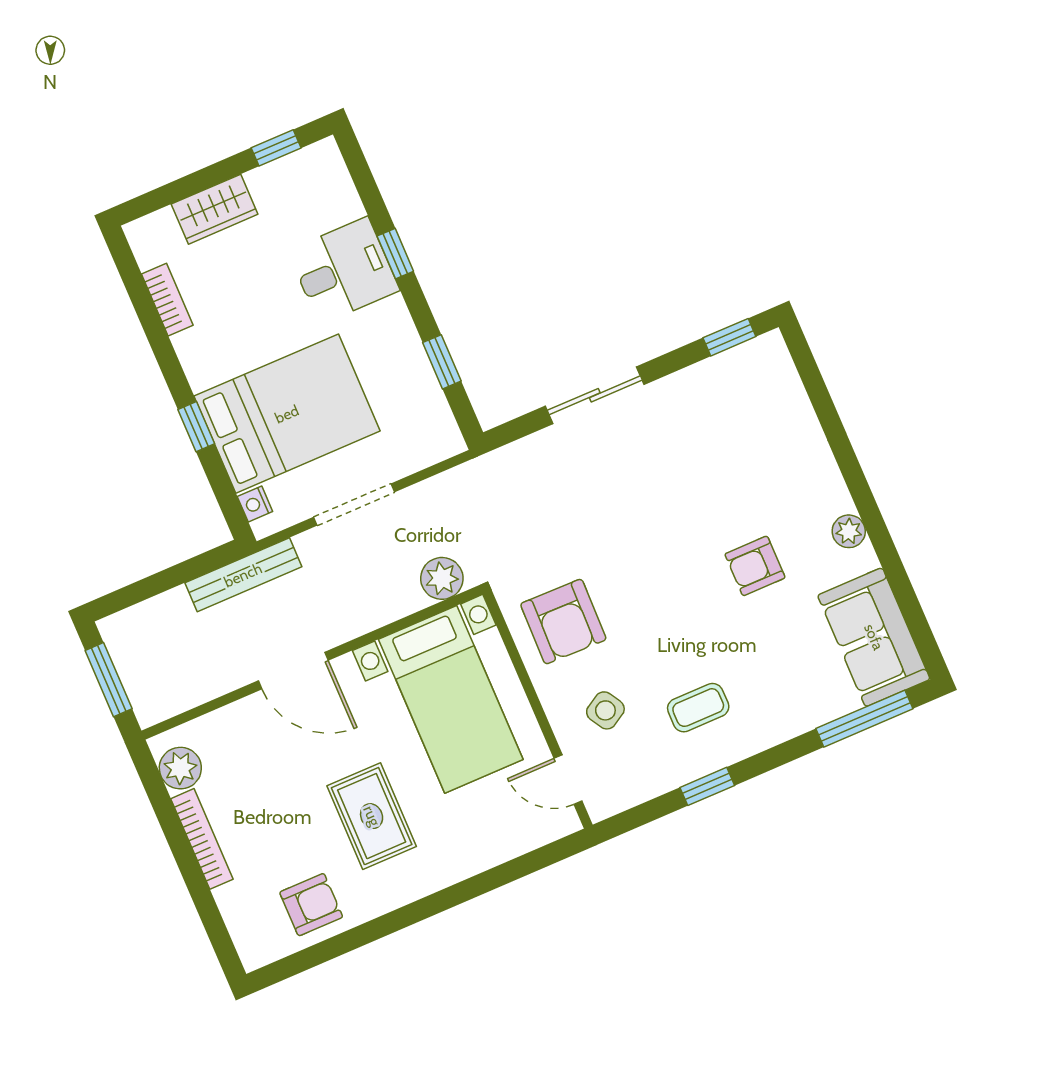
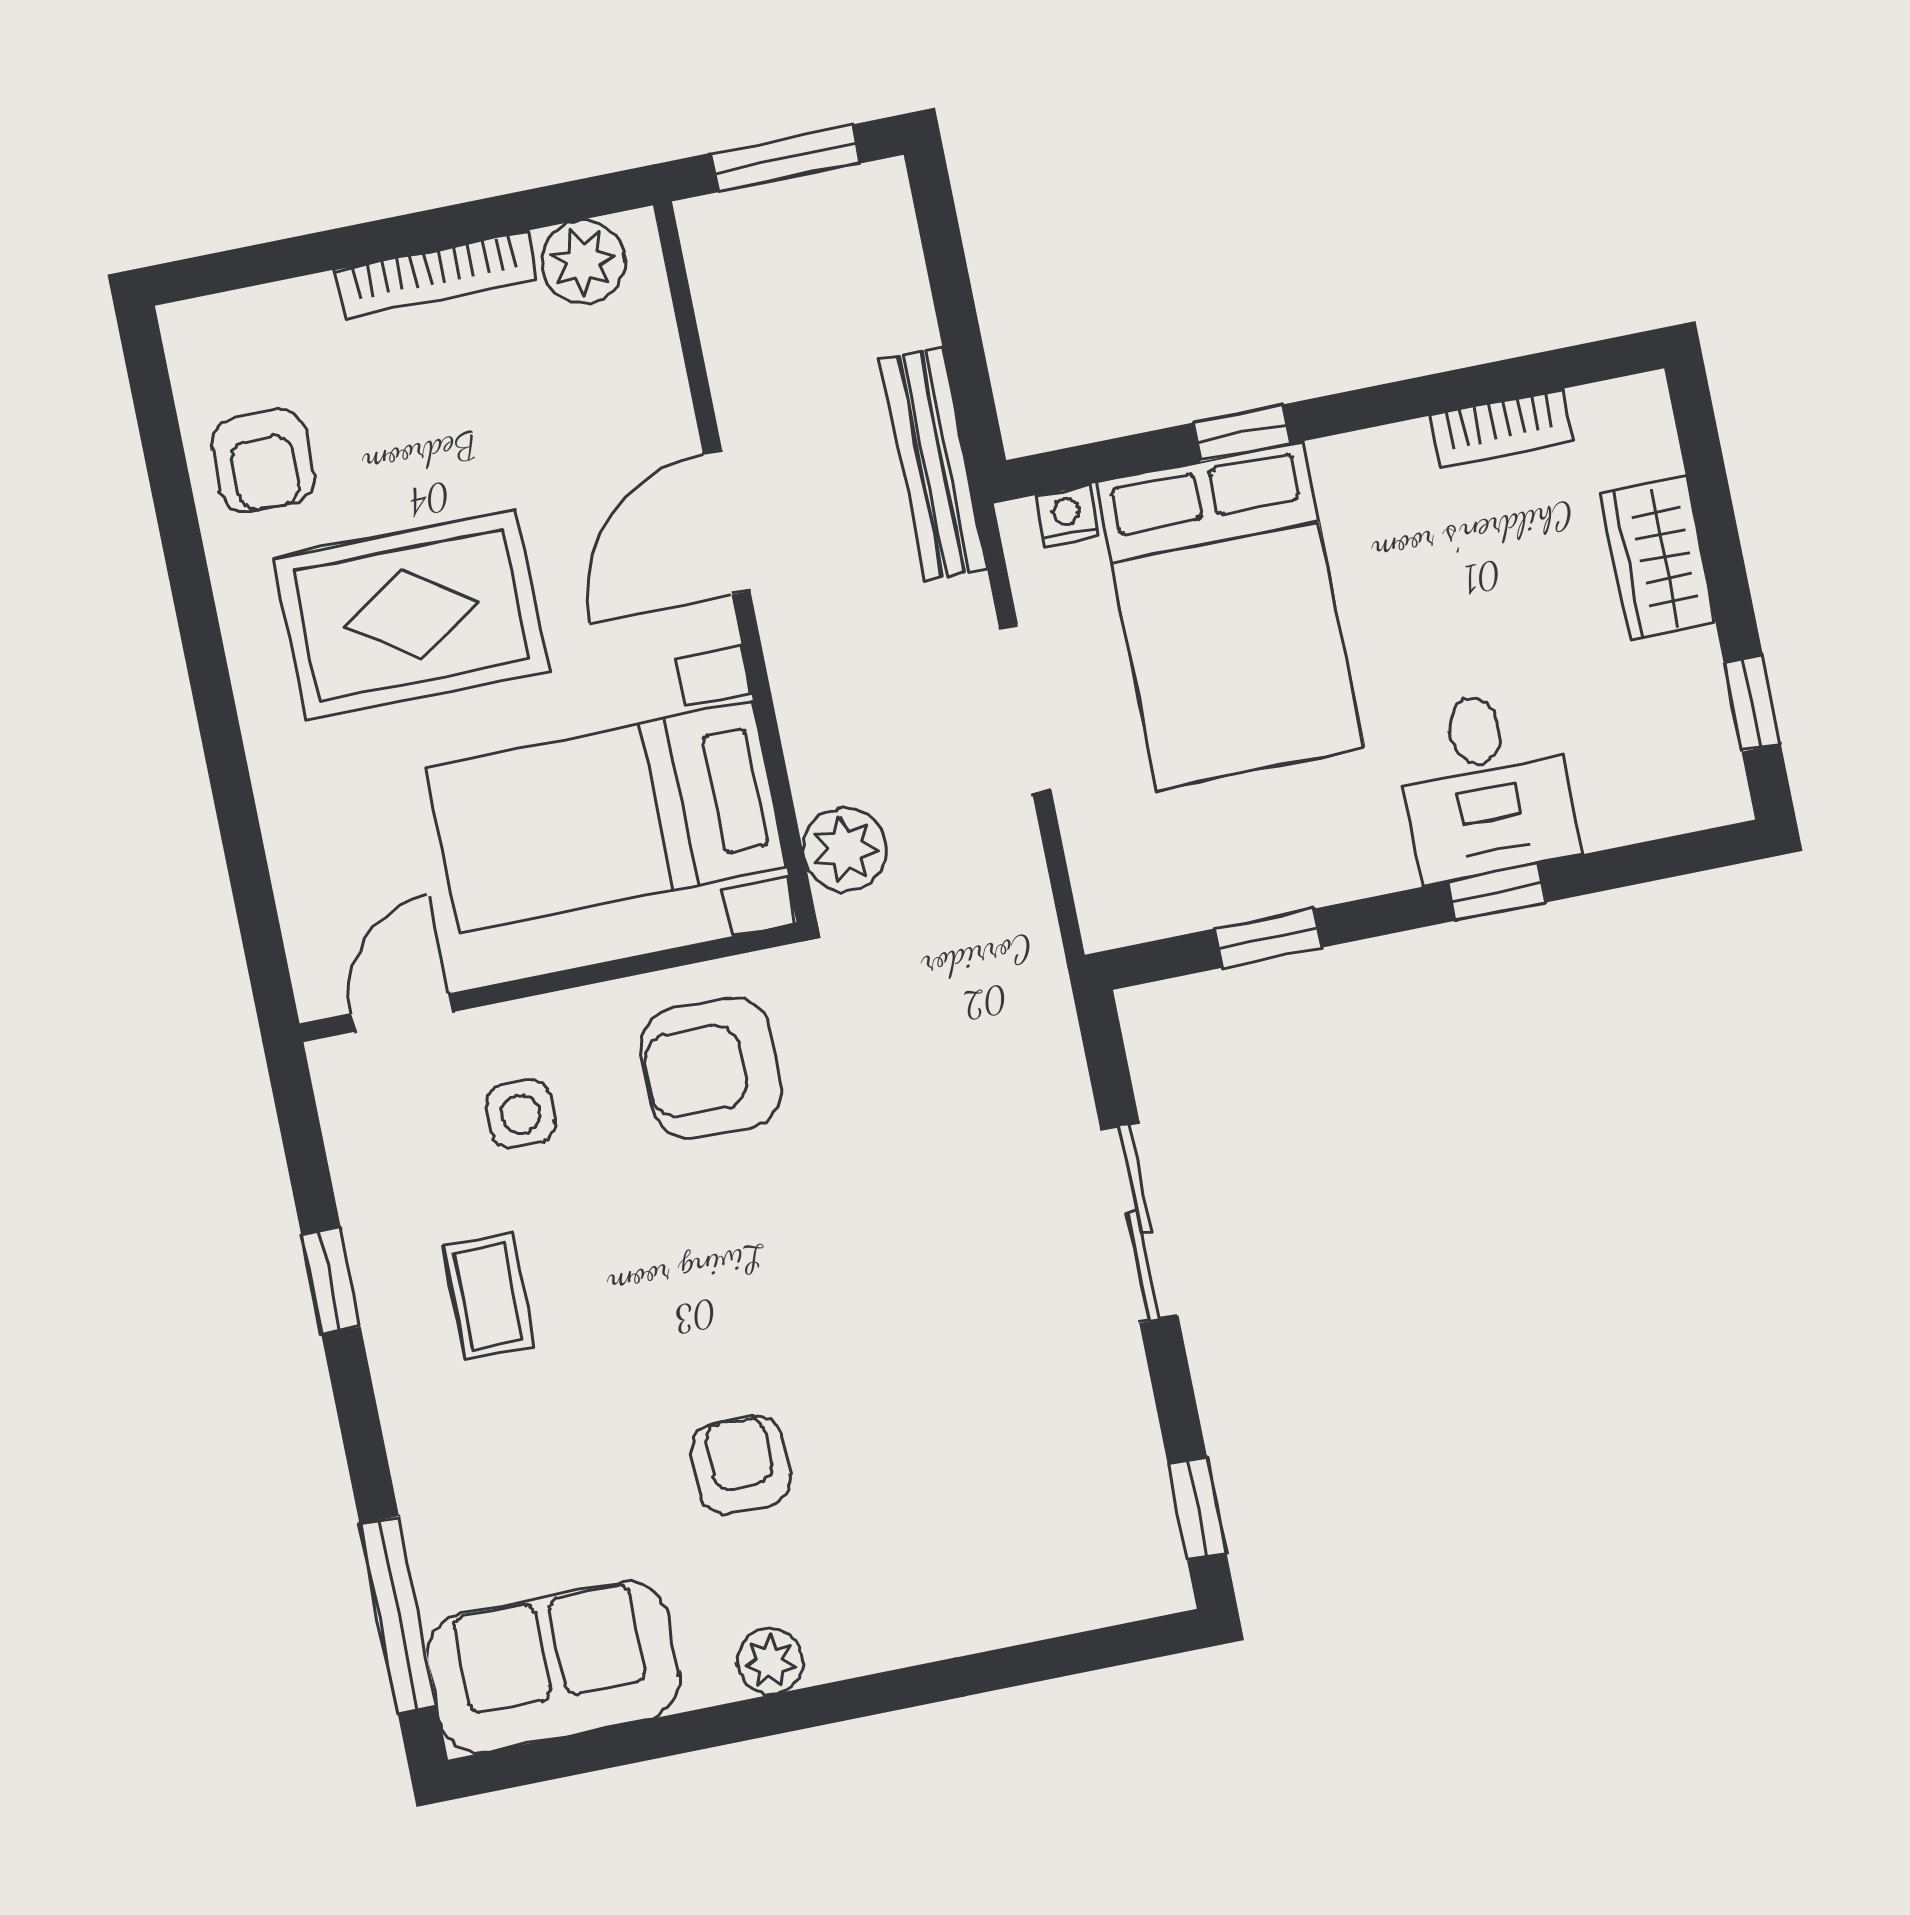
side table: (605, 710) -> (521, 1114), turned 31
rug: (372, 816) -> (411, 615), width x1.36, depth x1.43

